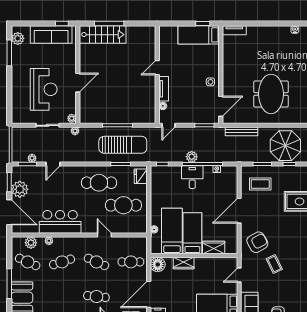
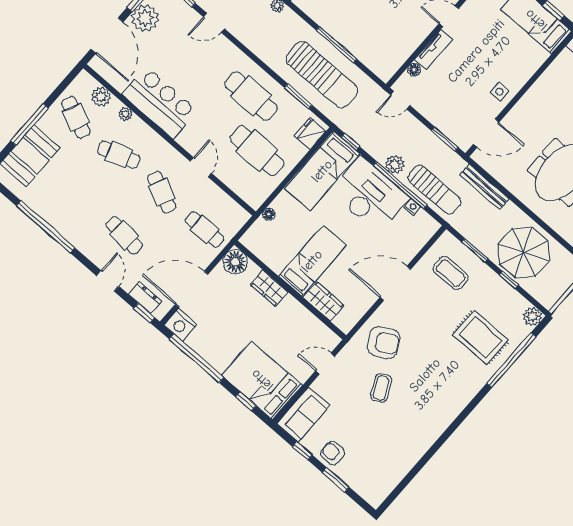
sun lounger: (220, 152) -> (434, 190), added
desk: (192, 177) -> (370, 195), width x1.87, depth x1.30
bed: (172, 231) -> (322, 171), moved, turned 180

